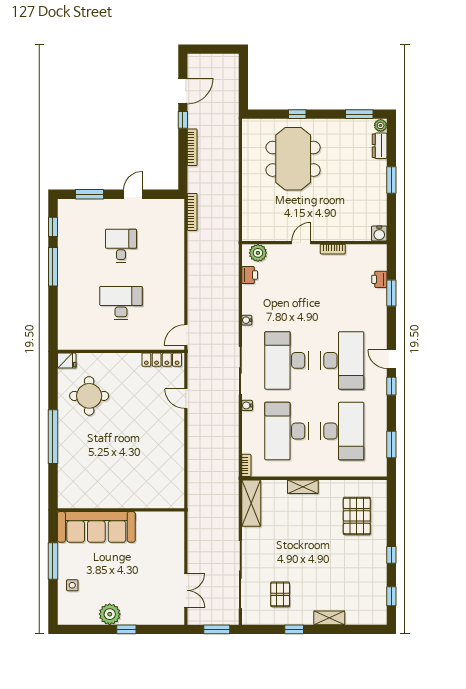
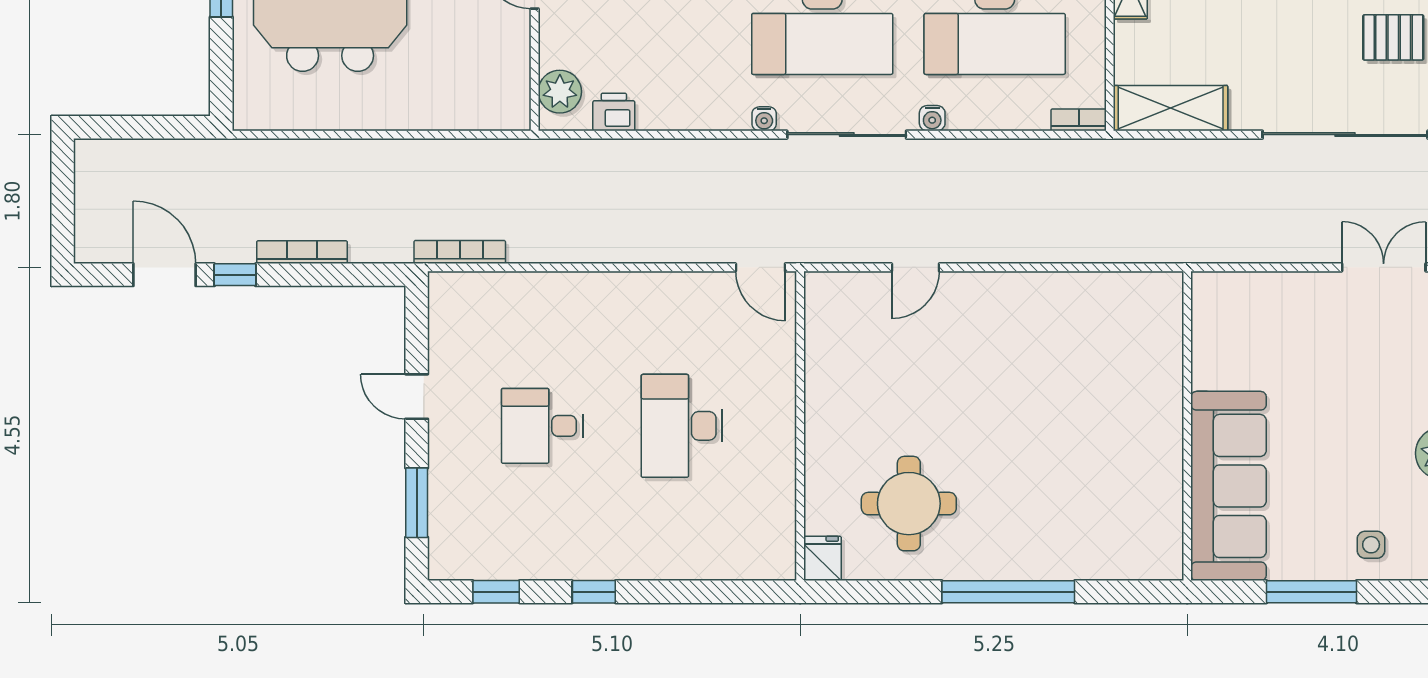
window: (53, 267) -> (594, 592), width x0.46
water cooler: (247, 320) -> (764, 119), moved
locker: (162, 360) -> (820, 327), removed

